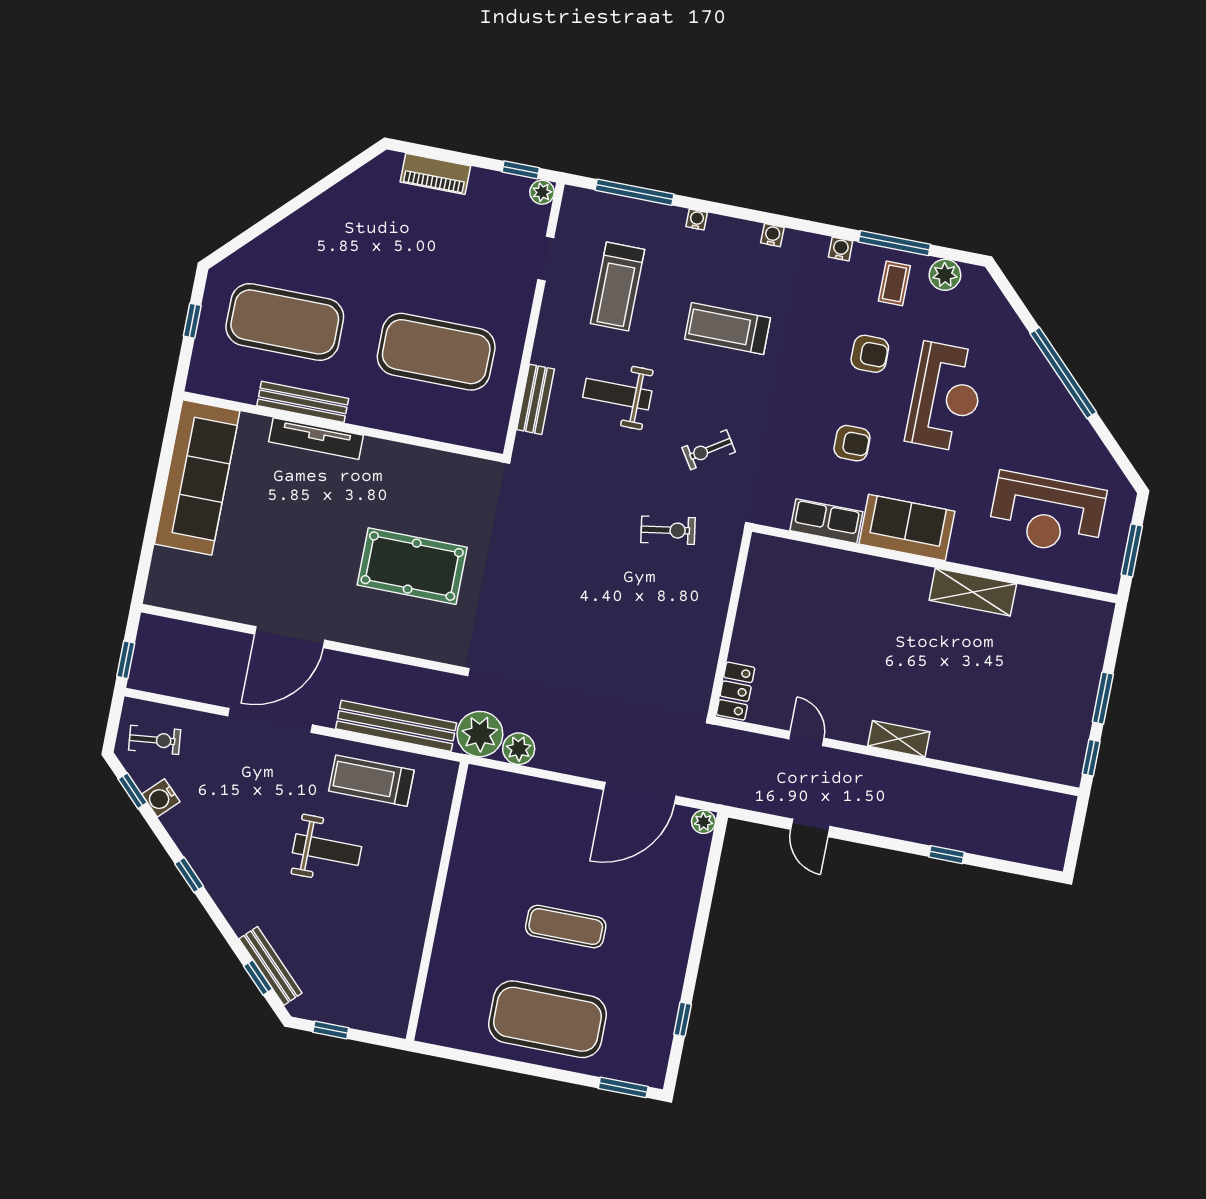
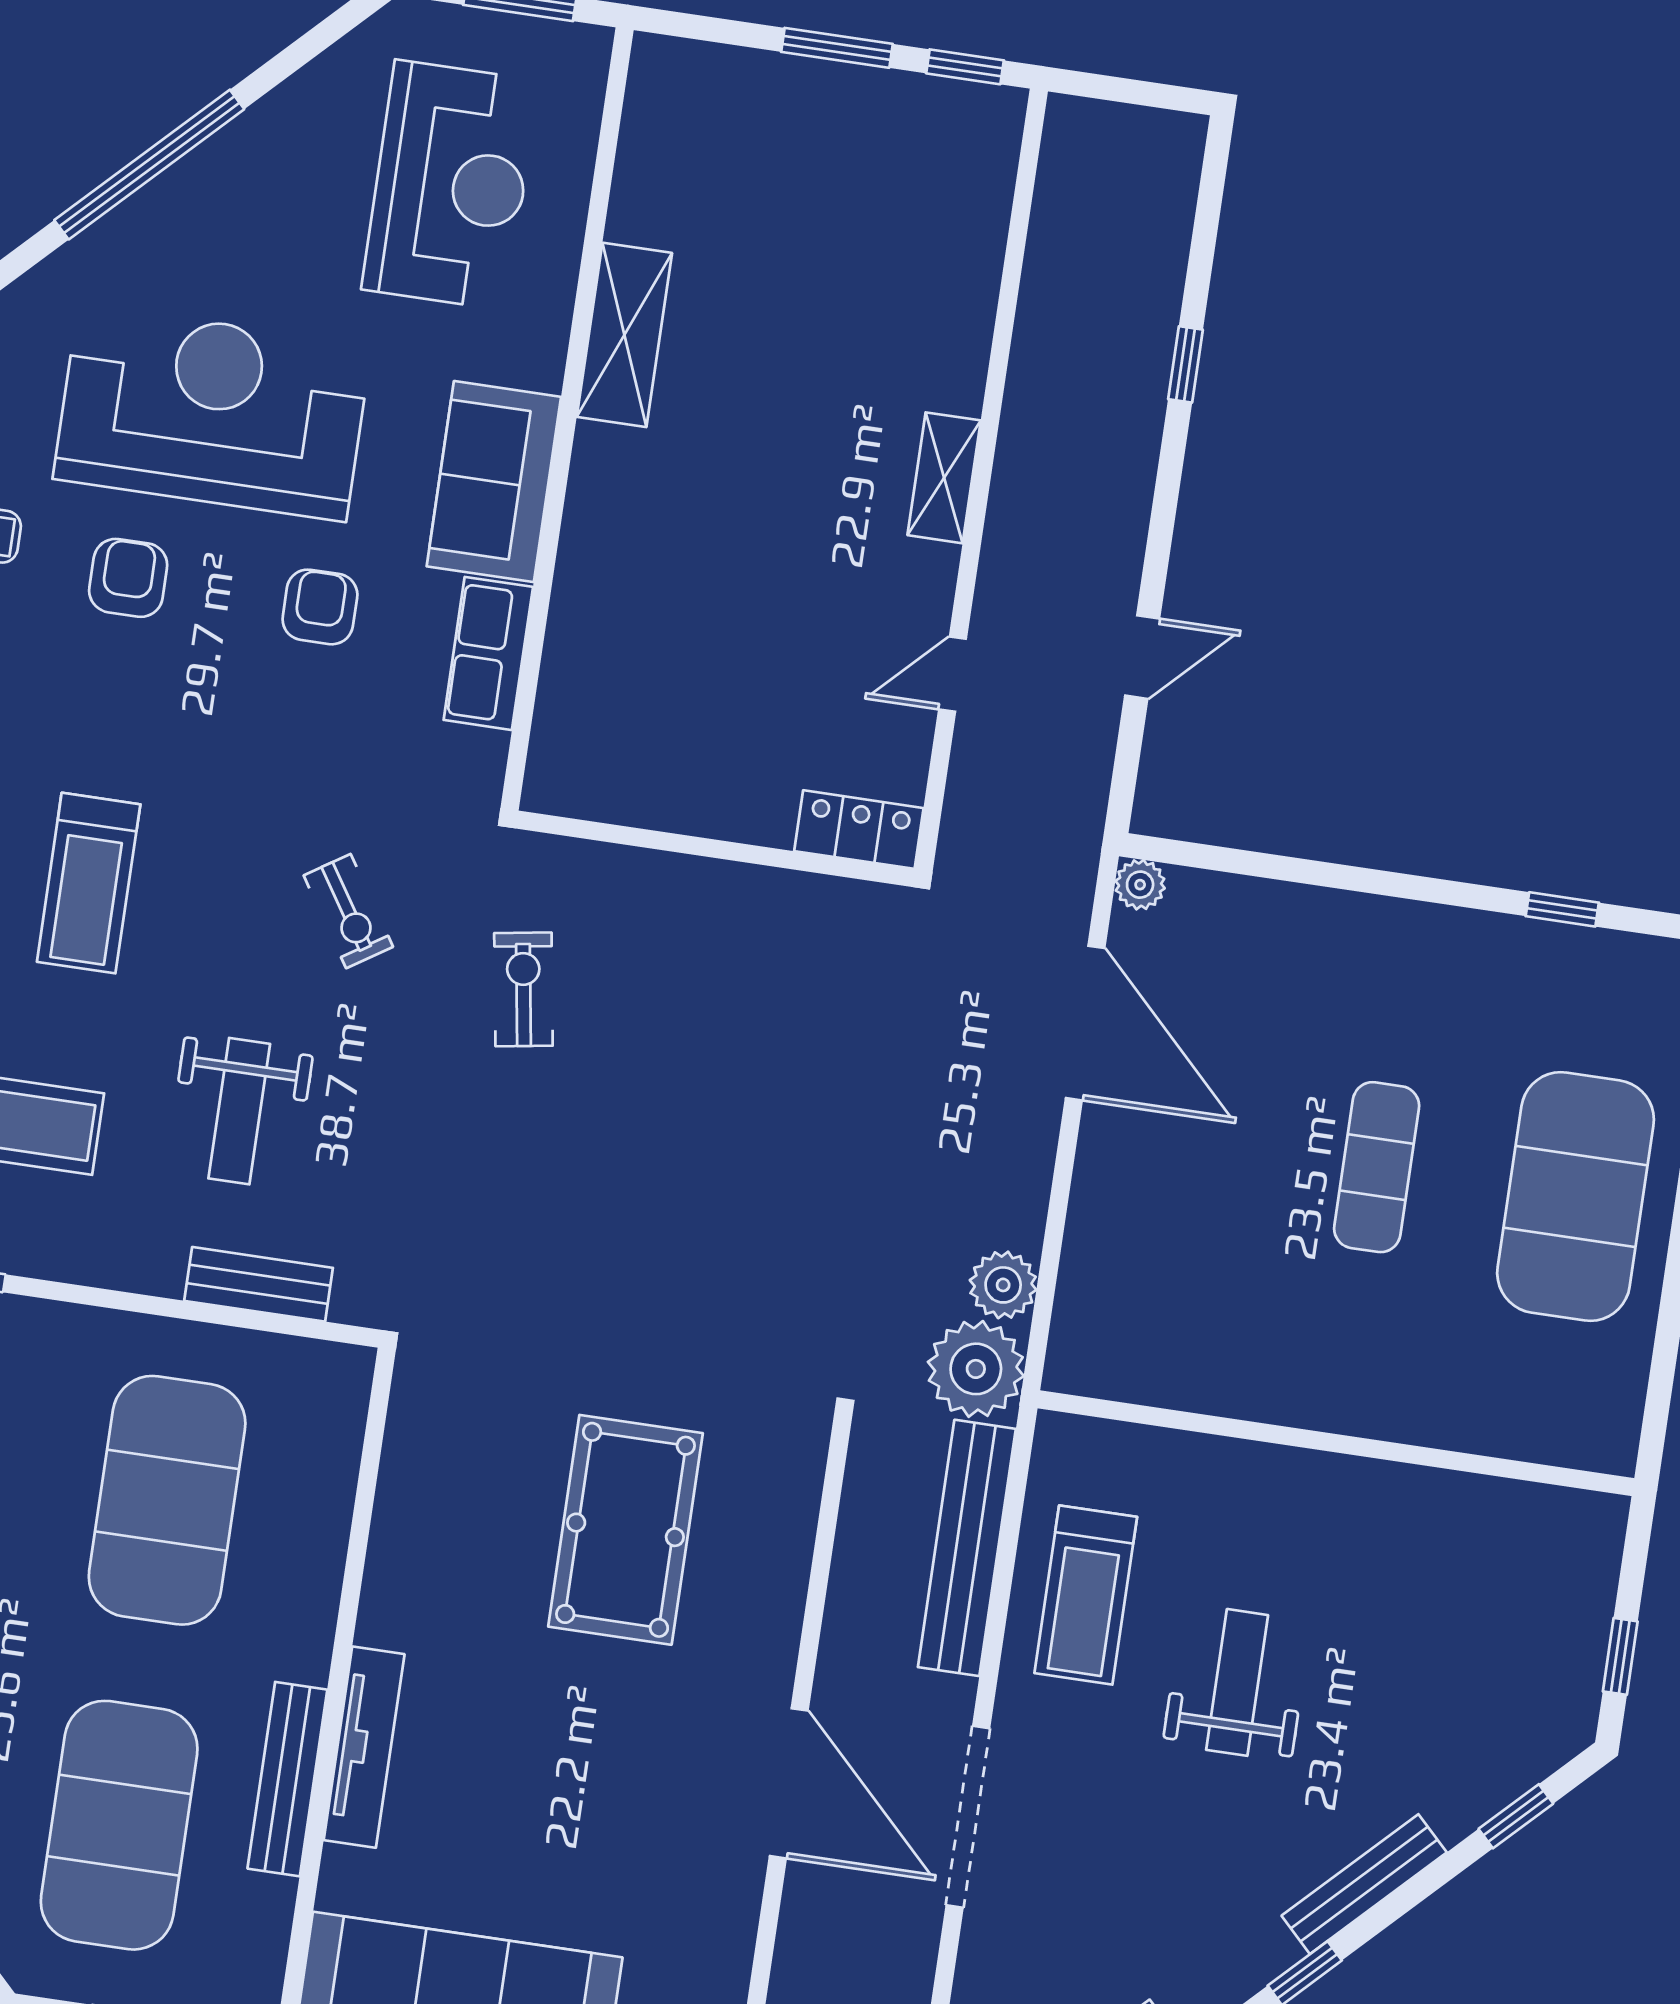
reception desk: (946, 397) -> (212, 412), width x1.36, depth x1.30
bench: (271, 966) -> (1364, 1884), moved

